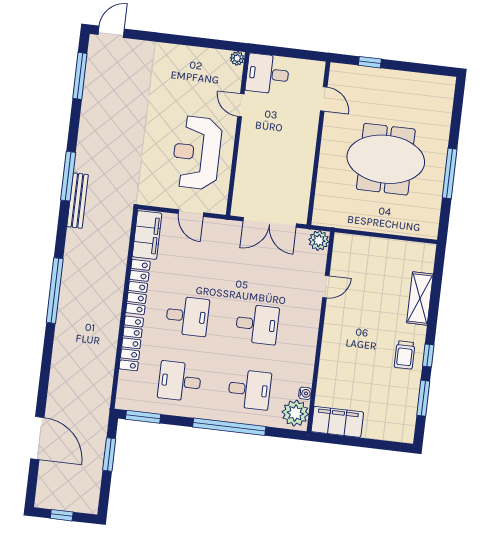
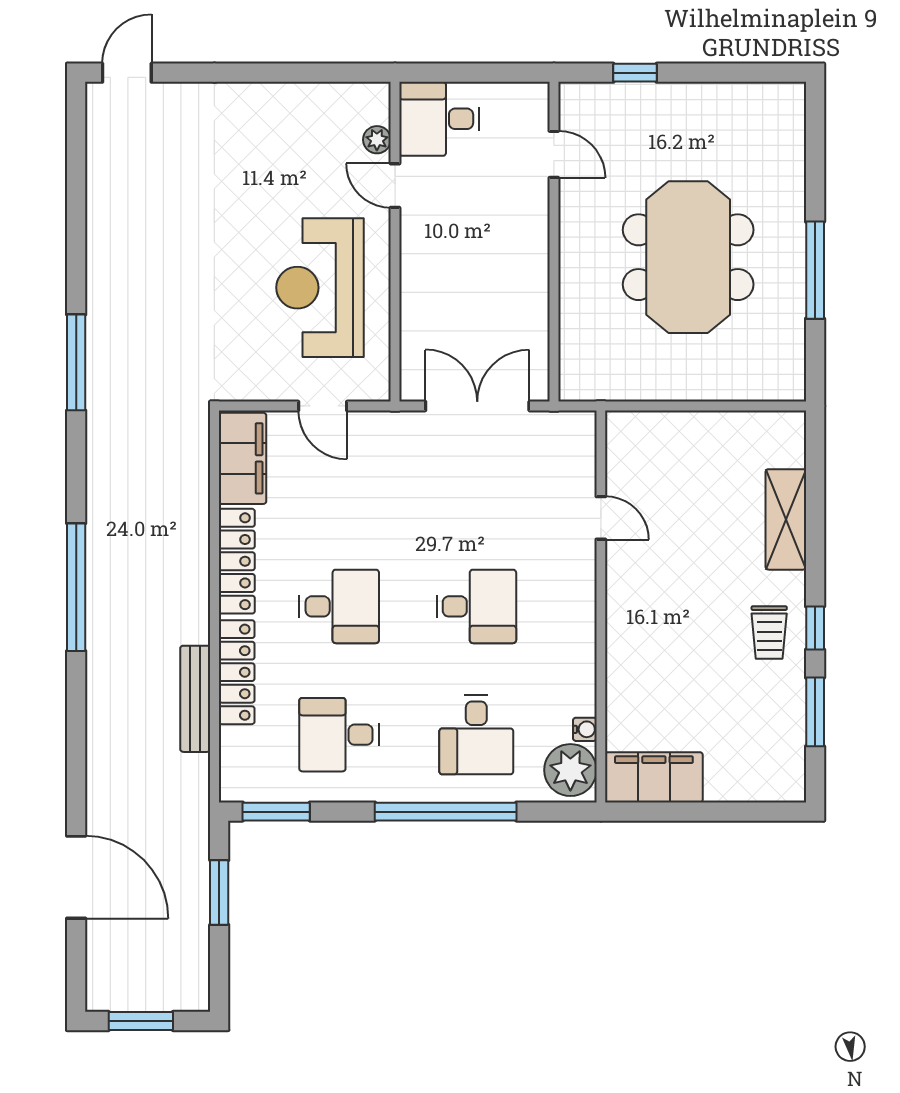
plant: (237, 58) -> (377, 140), moved
window: (80, 76) -> (76, 165), removed
meeting table: (386, 159) -> (688, 257), turned 90
bench: (78, 201) -> (195, 699), moved
double door: (270, 222) -> (477, 406), swing flipped
plant: (319, 241) -> (577, 430), removed
door: (326, 287) -> (601, 518), hinge flipped
desk: (249, 390) -> (476, 735), turned 90
window: (62, 515) -> (141, 1021), width x1.50

